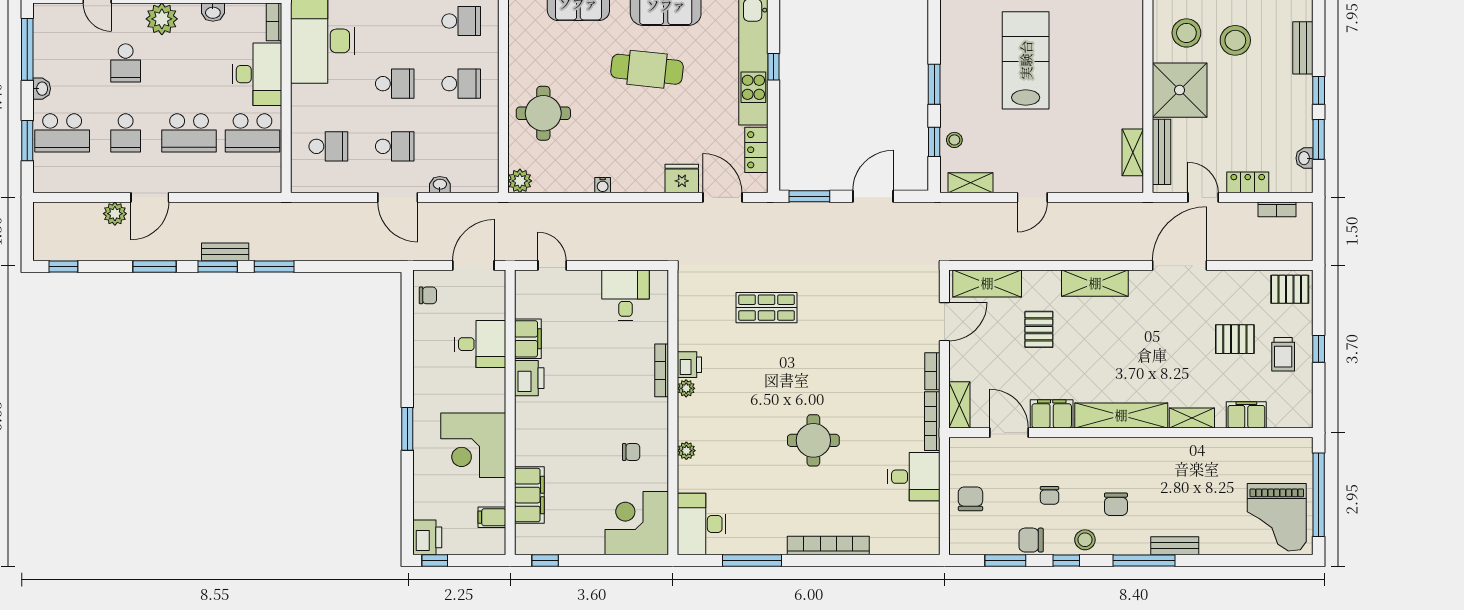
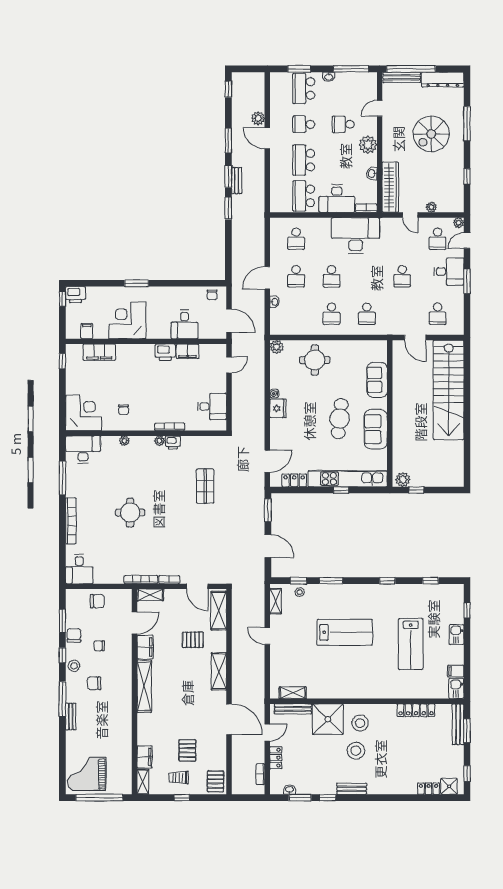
fridge: (682, 179) -> (278, 408), moved
shelving: (1192, 418) -> (143, 782), moved
desk: (914, 477) -> (79, 569), moved

